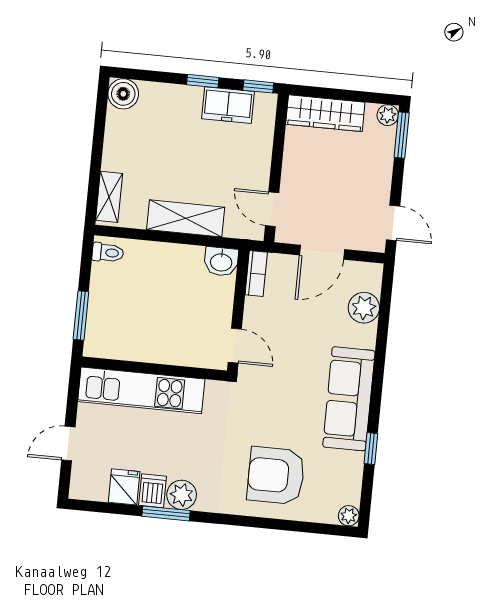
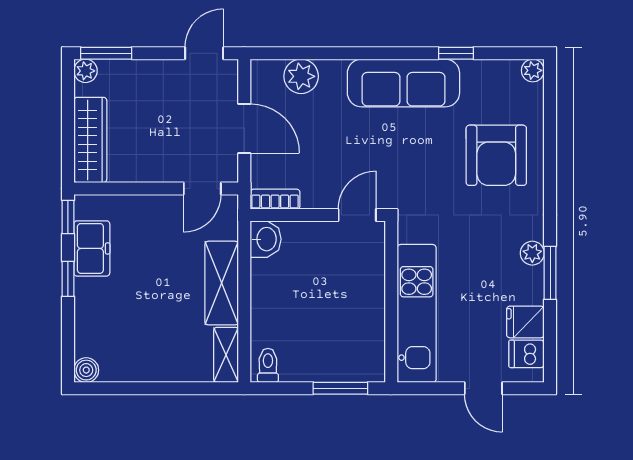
boiler: (123, 94) -> (86, 370), width x0.73, depth x0.73
shelving: (109, 197) -> (226, 355), moved, turned 90
dishwasher: (153, 491) -> (526, 354), moved
plant: (182, 495) -> (532, 253), width x0.73, depth x0.73

